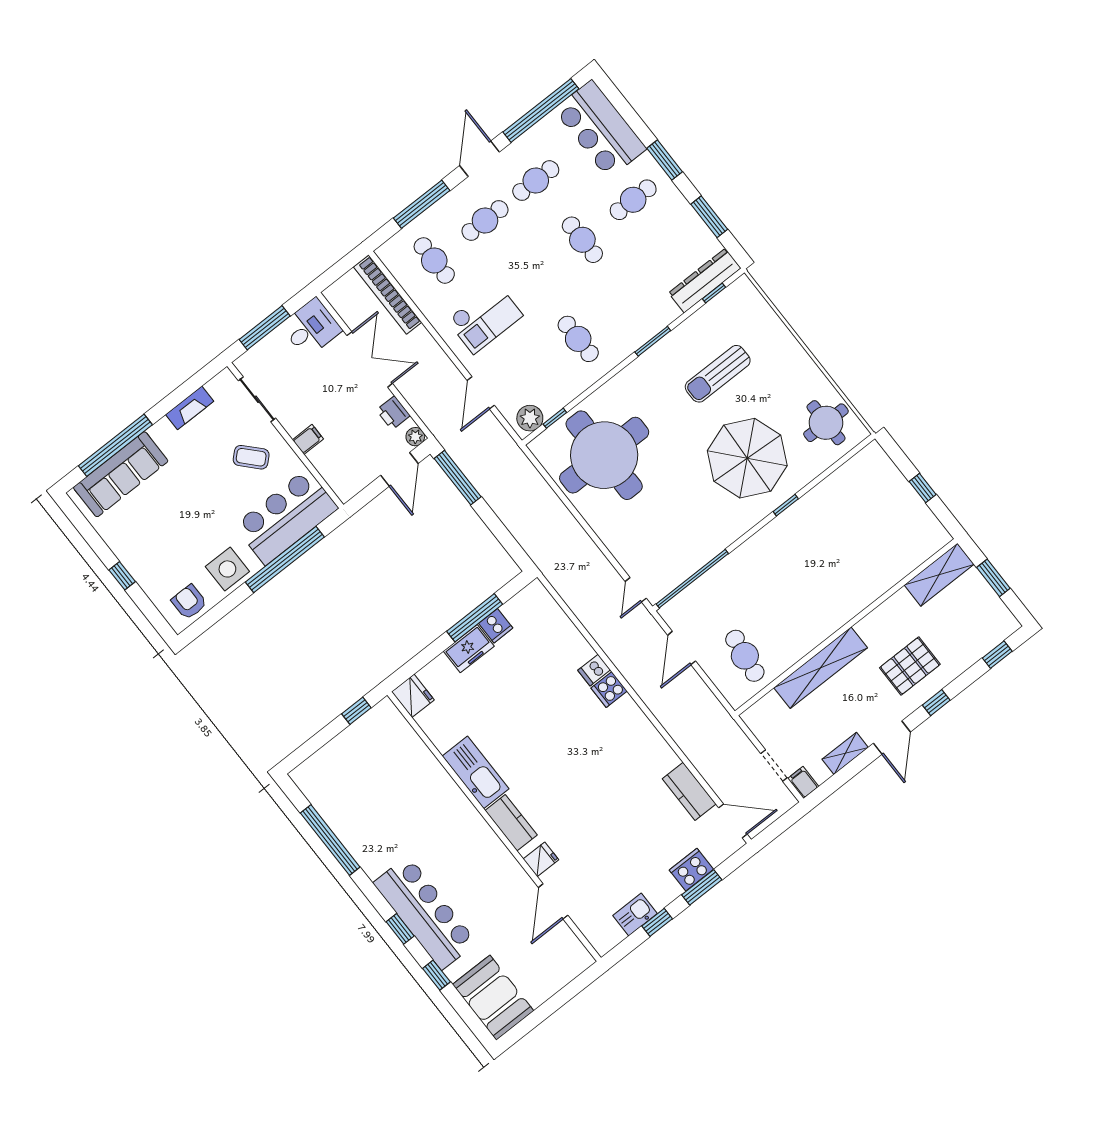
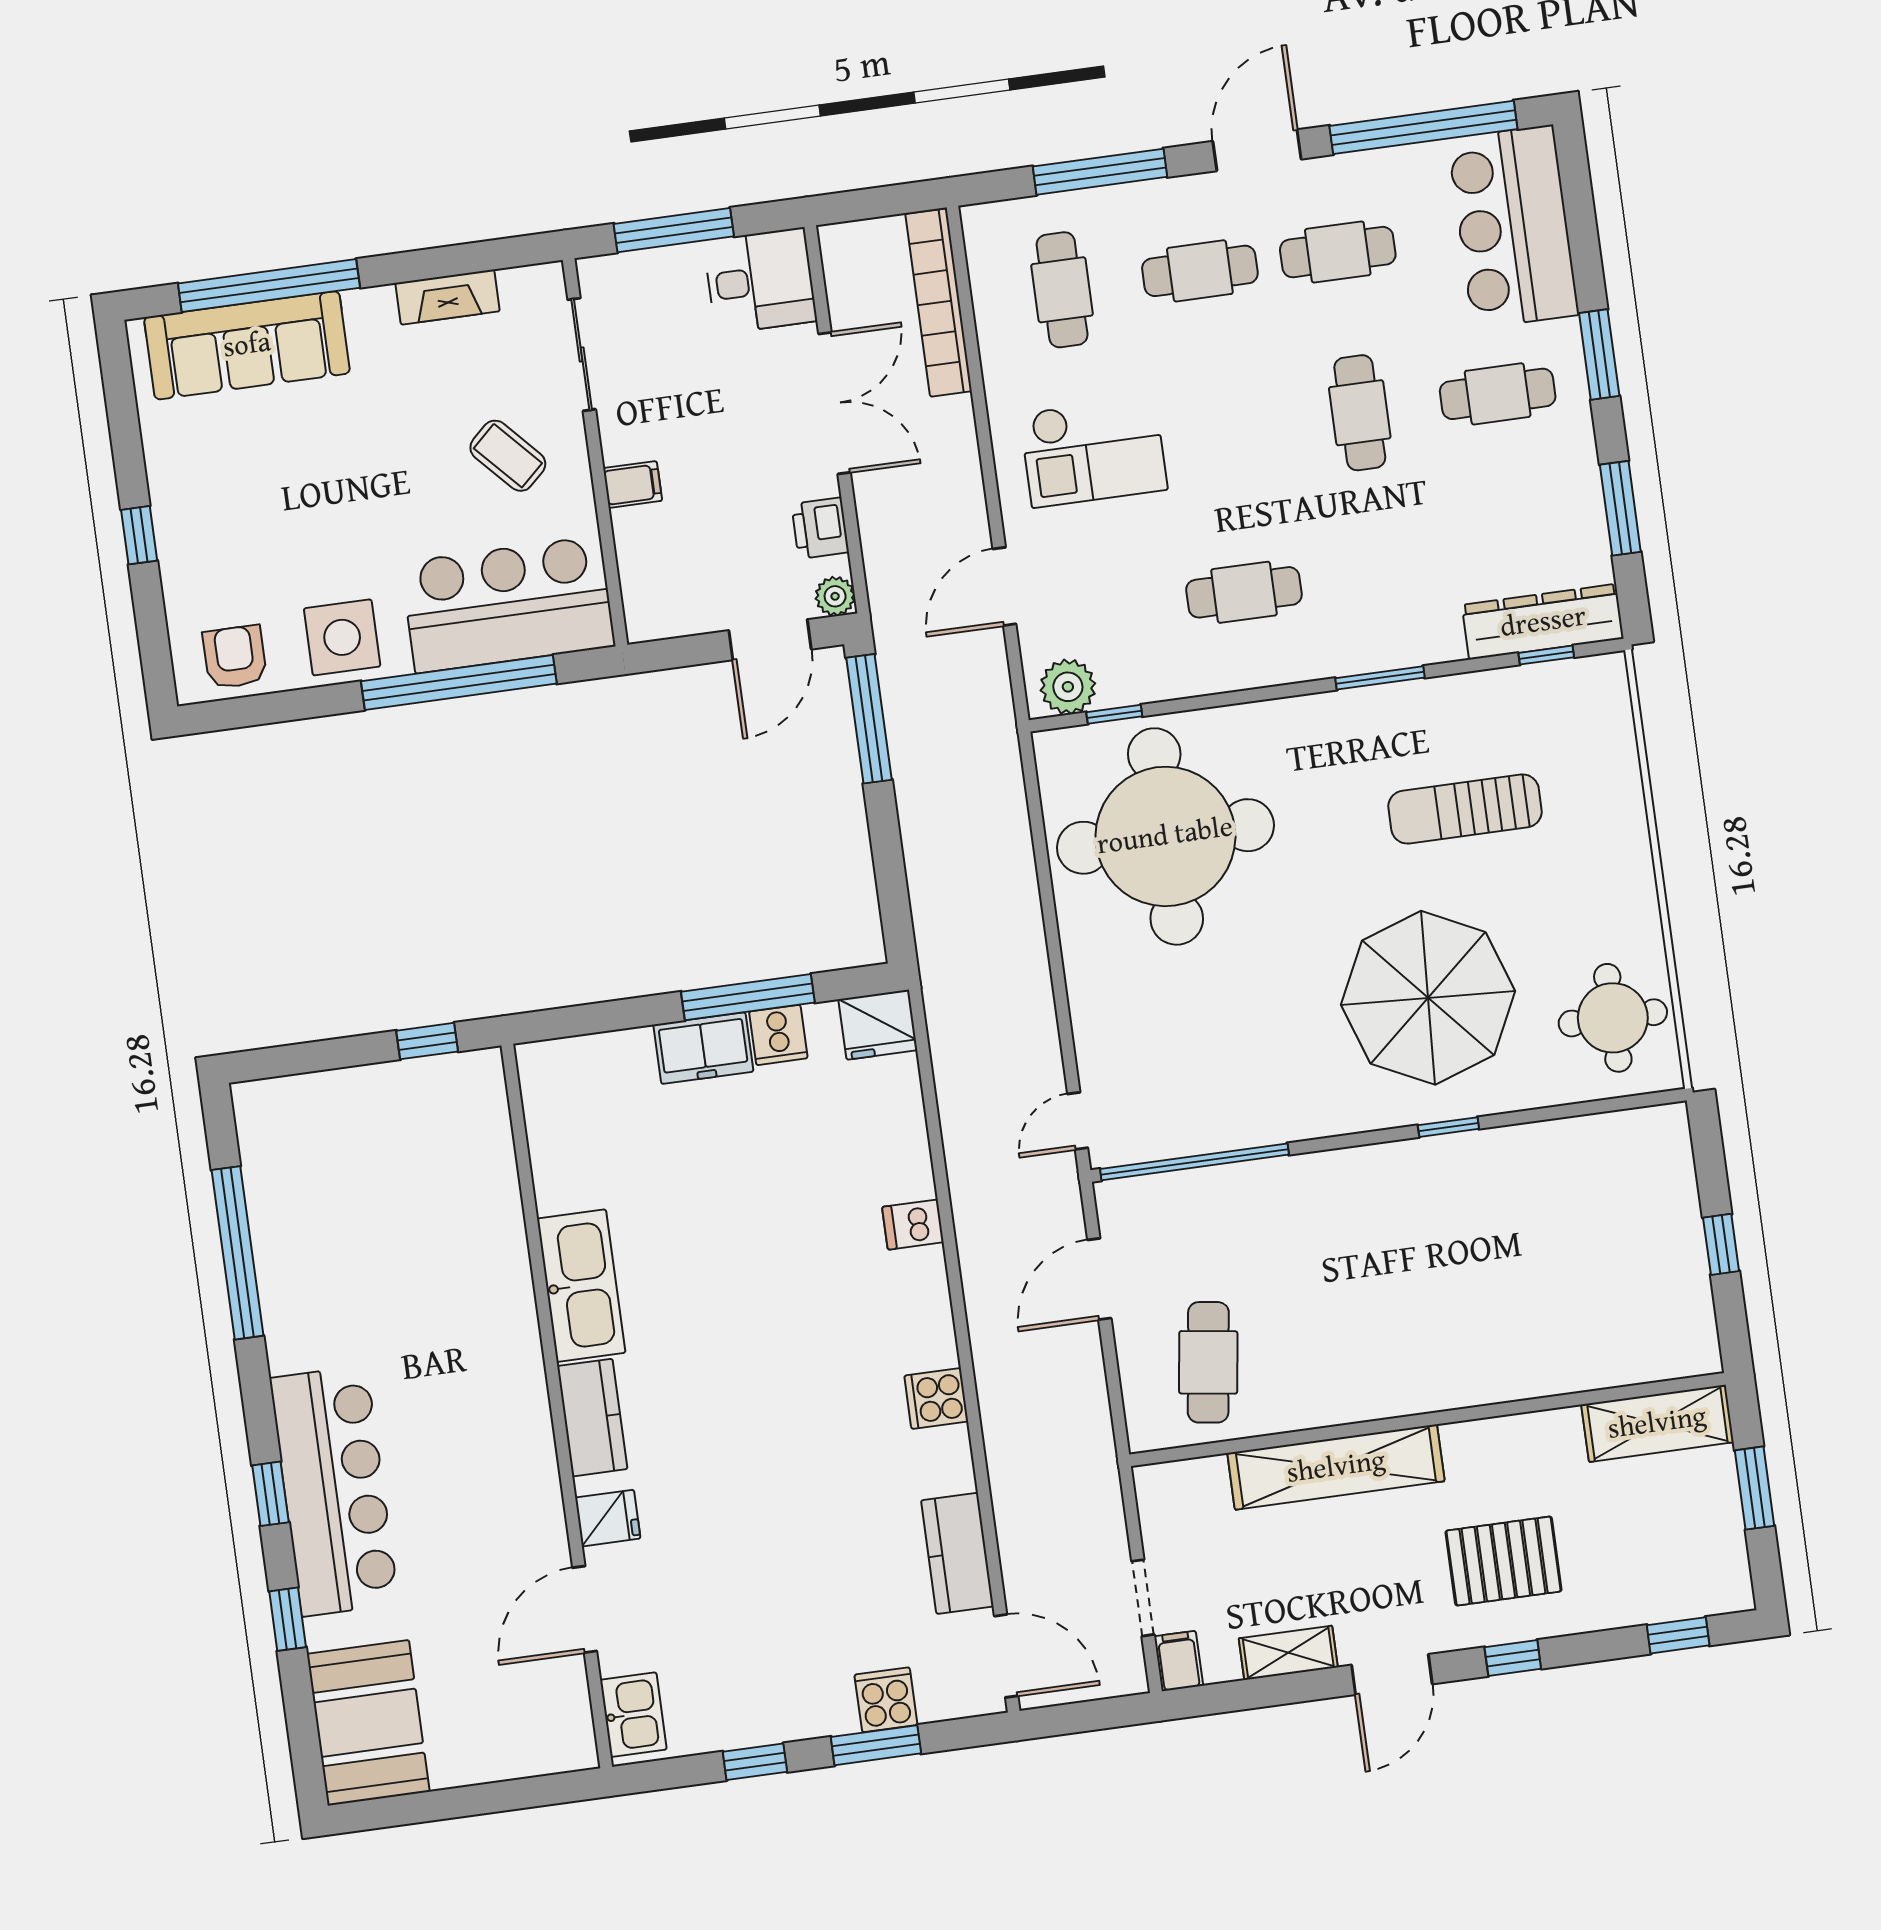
cafe table: (578, 339) -> (1244, 592), turned 90
cooker: (609, 689) -> (936, 1399), moved
fridge: (413, 696) -> (878, 1025), moved, turned 90
cooker: (691, 870) -> (886, 1700), width x0.73
kitchen sink: (635, 915) -> (633, 1715), moved, turned 90

